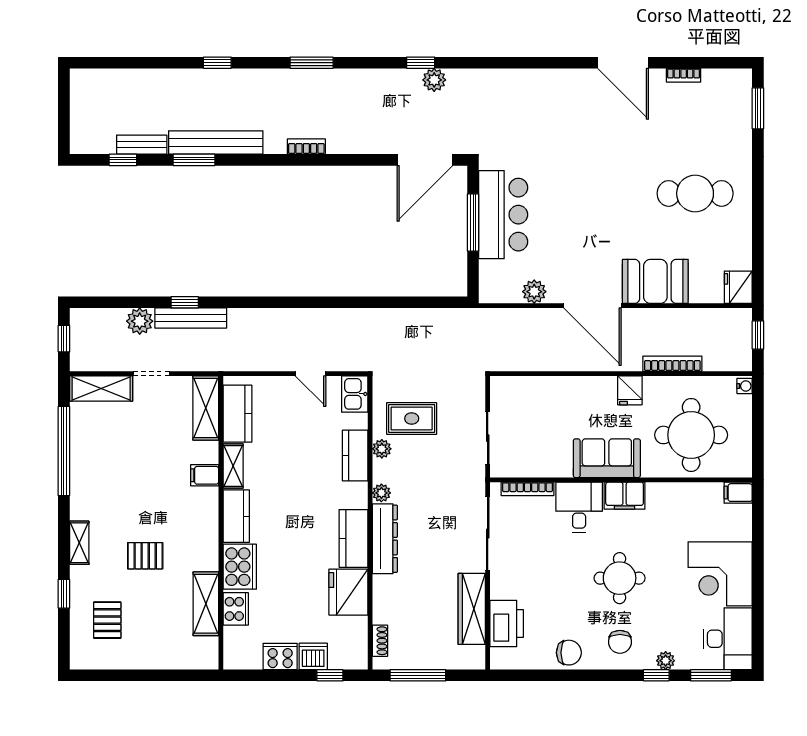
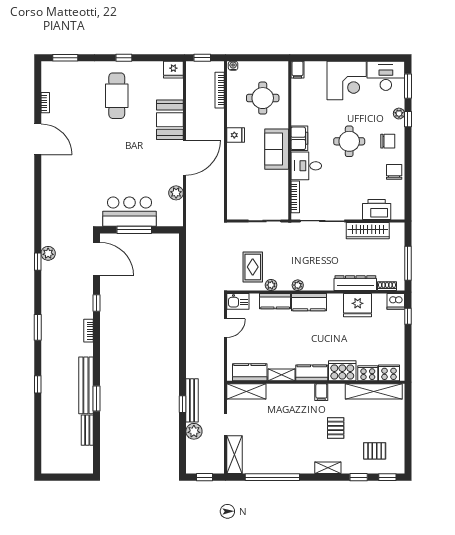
door: (623, 63) -> (38, 139), hinge flipped
window: (123, 160) -> (96, 303), moved
window: (758, 205) -> (124, 58), added
bookcase: (672, 364) -> (220, 90), moved
round table: (691, 435) -> (263, 98), width x0.73, depth x0.73
filing cabinet: (205, 475) -> (321, 392), moved
kitchen counter: (353, 538) -> (309, 302), moved
dresser: (385, 539) -> (355, 283), moved
shelving: (206, 604) -> (374, 391), width x1.47
window: (64, 641) -> (387, 477), added
cooker: (280, 656) -> (389, 373), moved, turned 90
dishwasher: (313, 656) -> (396, 301), moved, turned -90

